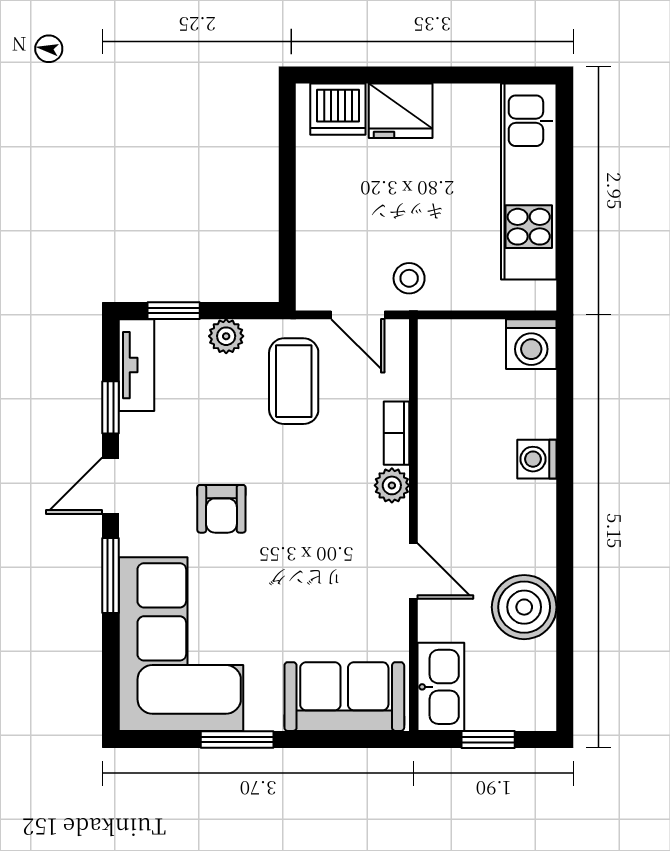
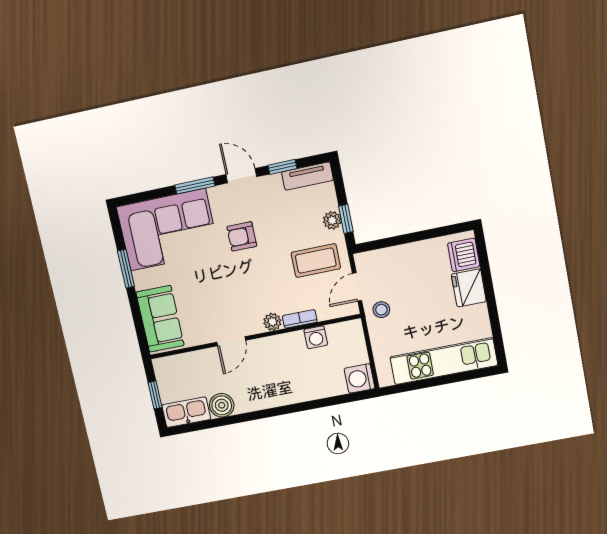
window: (174, 311) -> (346, 219), moved
washing machine: (537, 459) -> (316, 337), moved, turned 180
boiler: (524, 607) -> (222, 405), width x0.73, depth x0.73
kitchen sink: (441, 687) -> (186, 412), moved, turned 180

